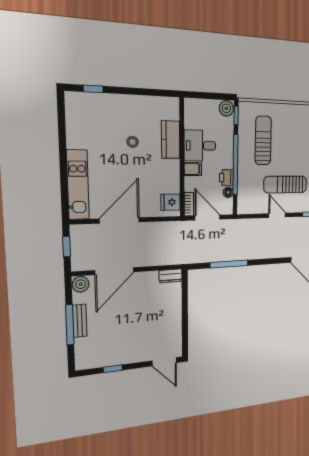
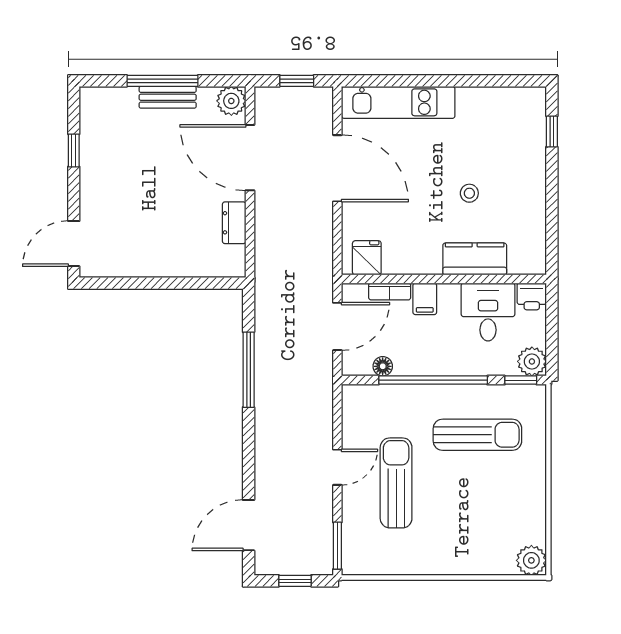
desk: (200, 146) -> (488, 312), moved
printer: (226, 178) -> (532, 296), moved, turned 180
bookcase: (189, 204) -> (390, 291), moved
dresser: (171, 276) -> (234, 223), moved

